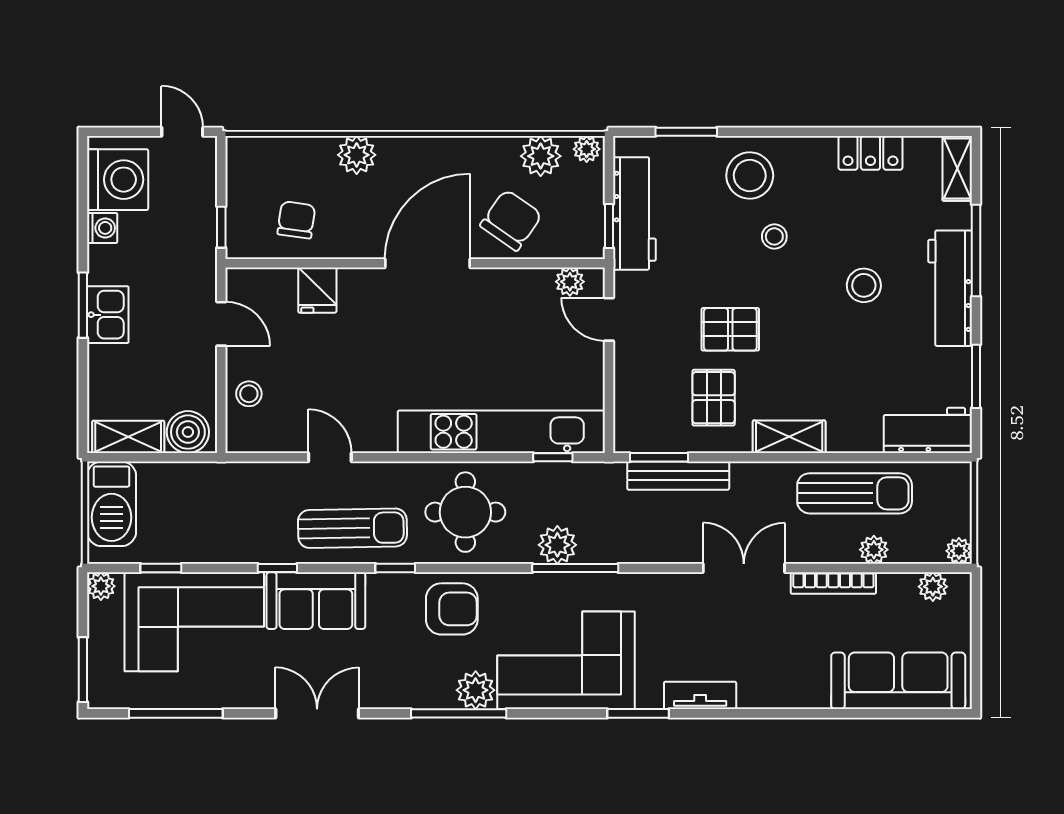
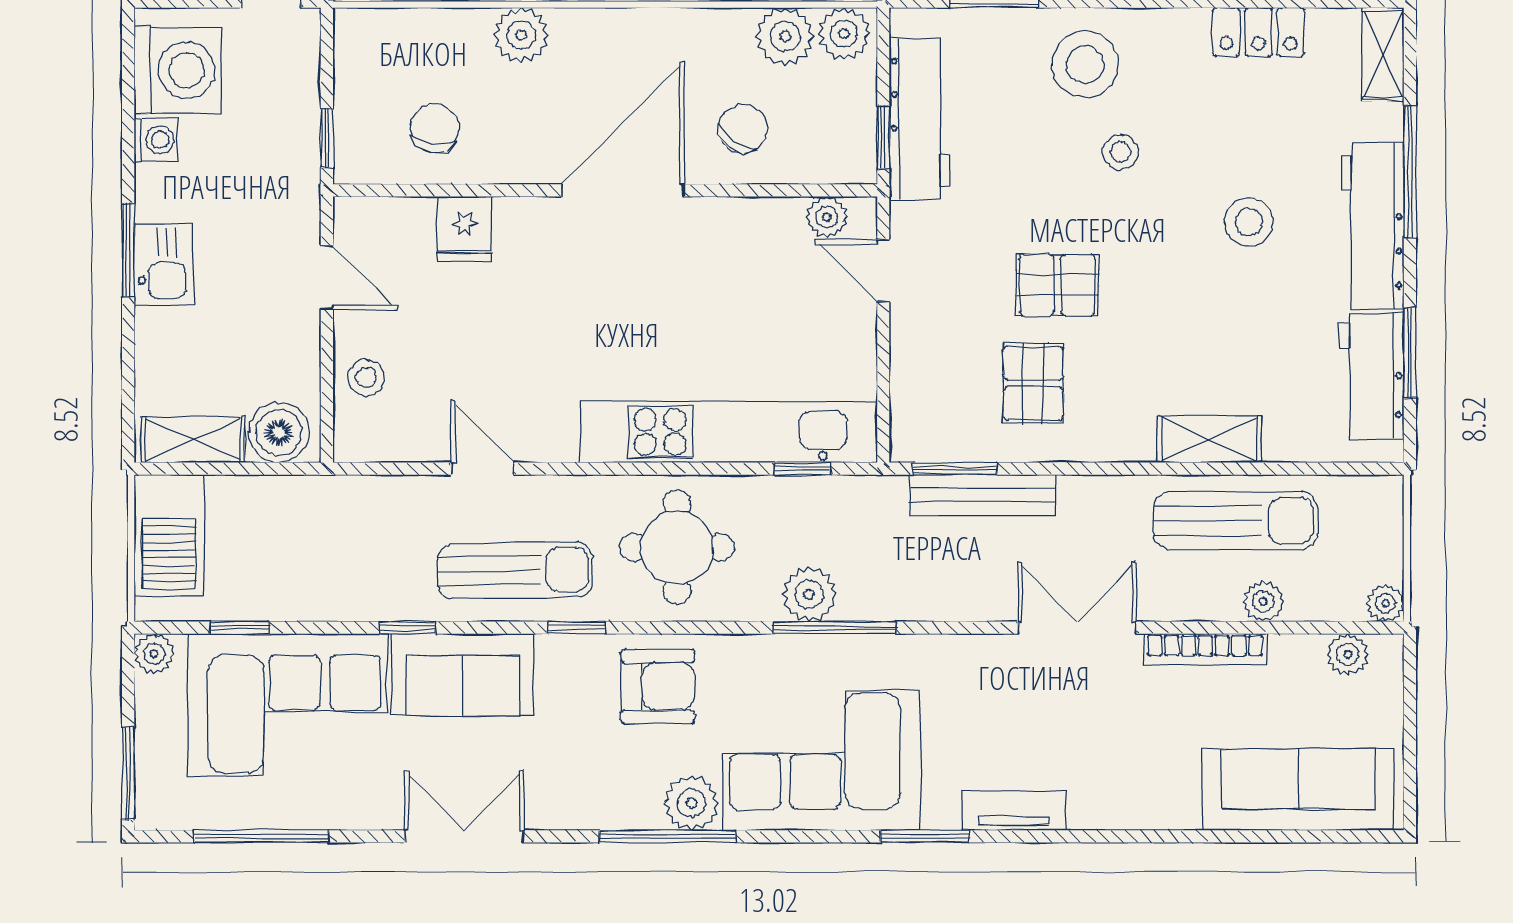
plant: (587, 149) -> (844, 34), width x1.38, depth x1.38
chair: (511, 220) -> (743, 128), width x0.73, depth x0.73
workbench: (928, 430) -> (1371, 376), moved, turned -90
shelving: (789, 437) -> (1209, 439), moved

